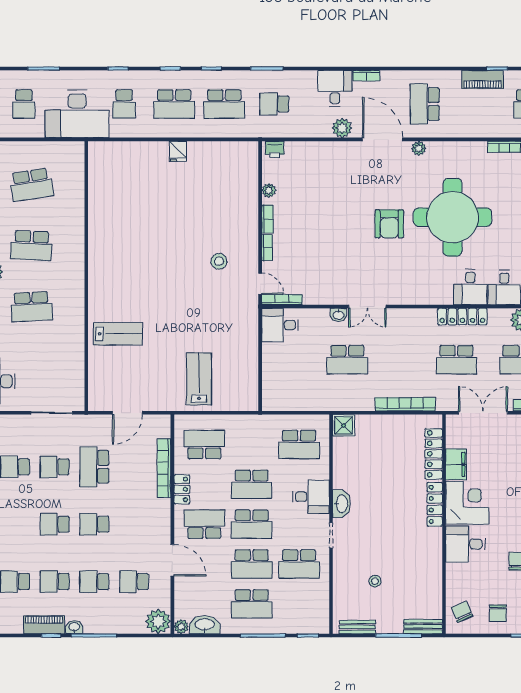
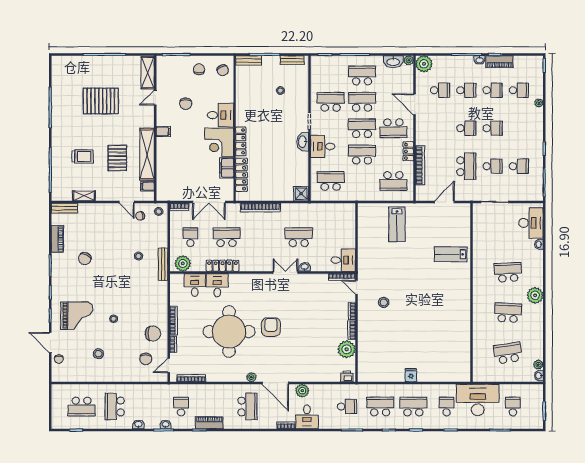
plant: (269, 190) -> (347, 349), width x1.88, depth x1.88

